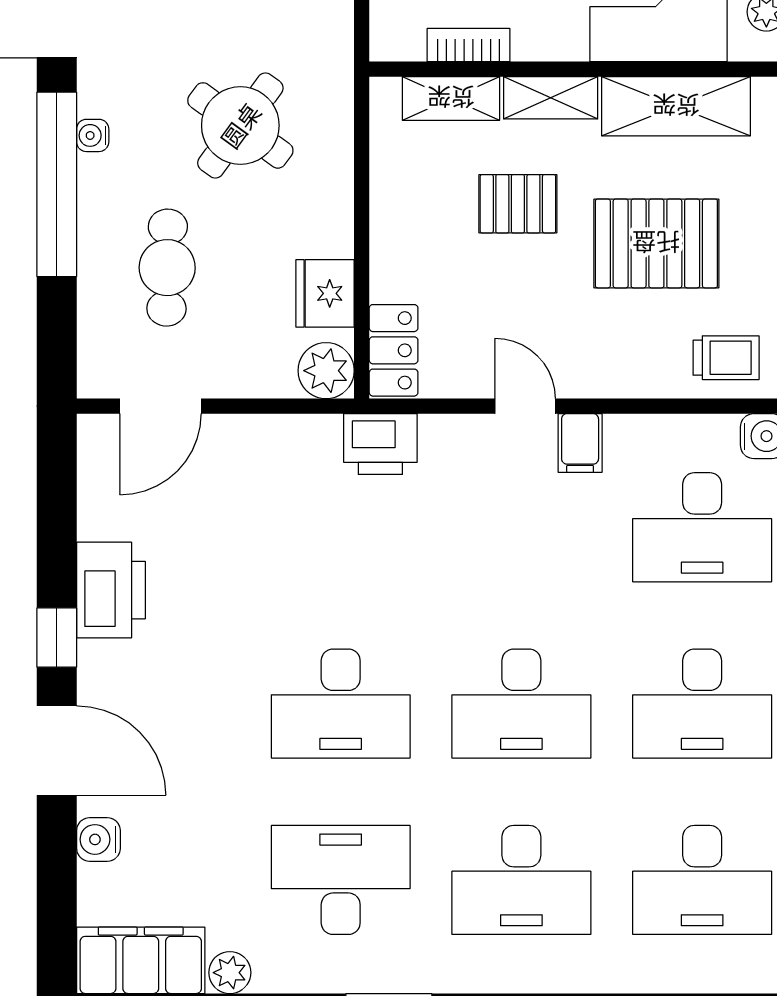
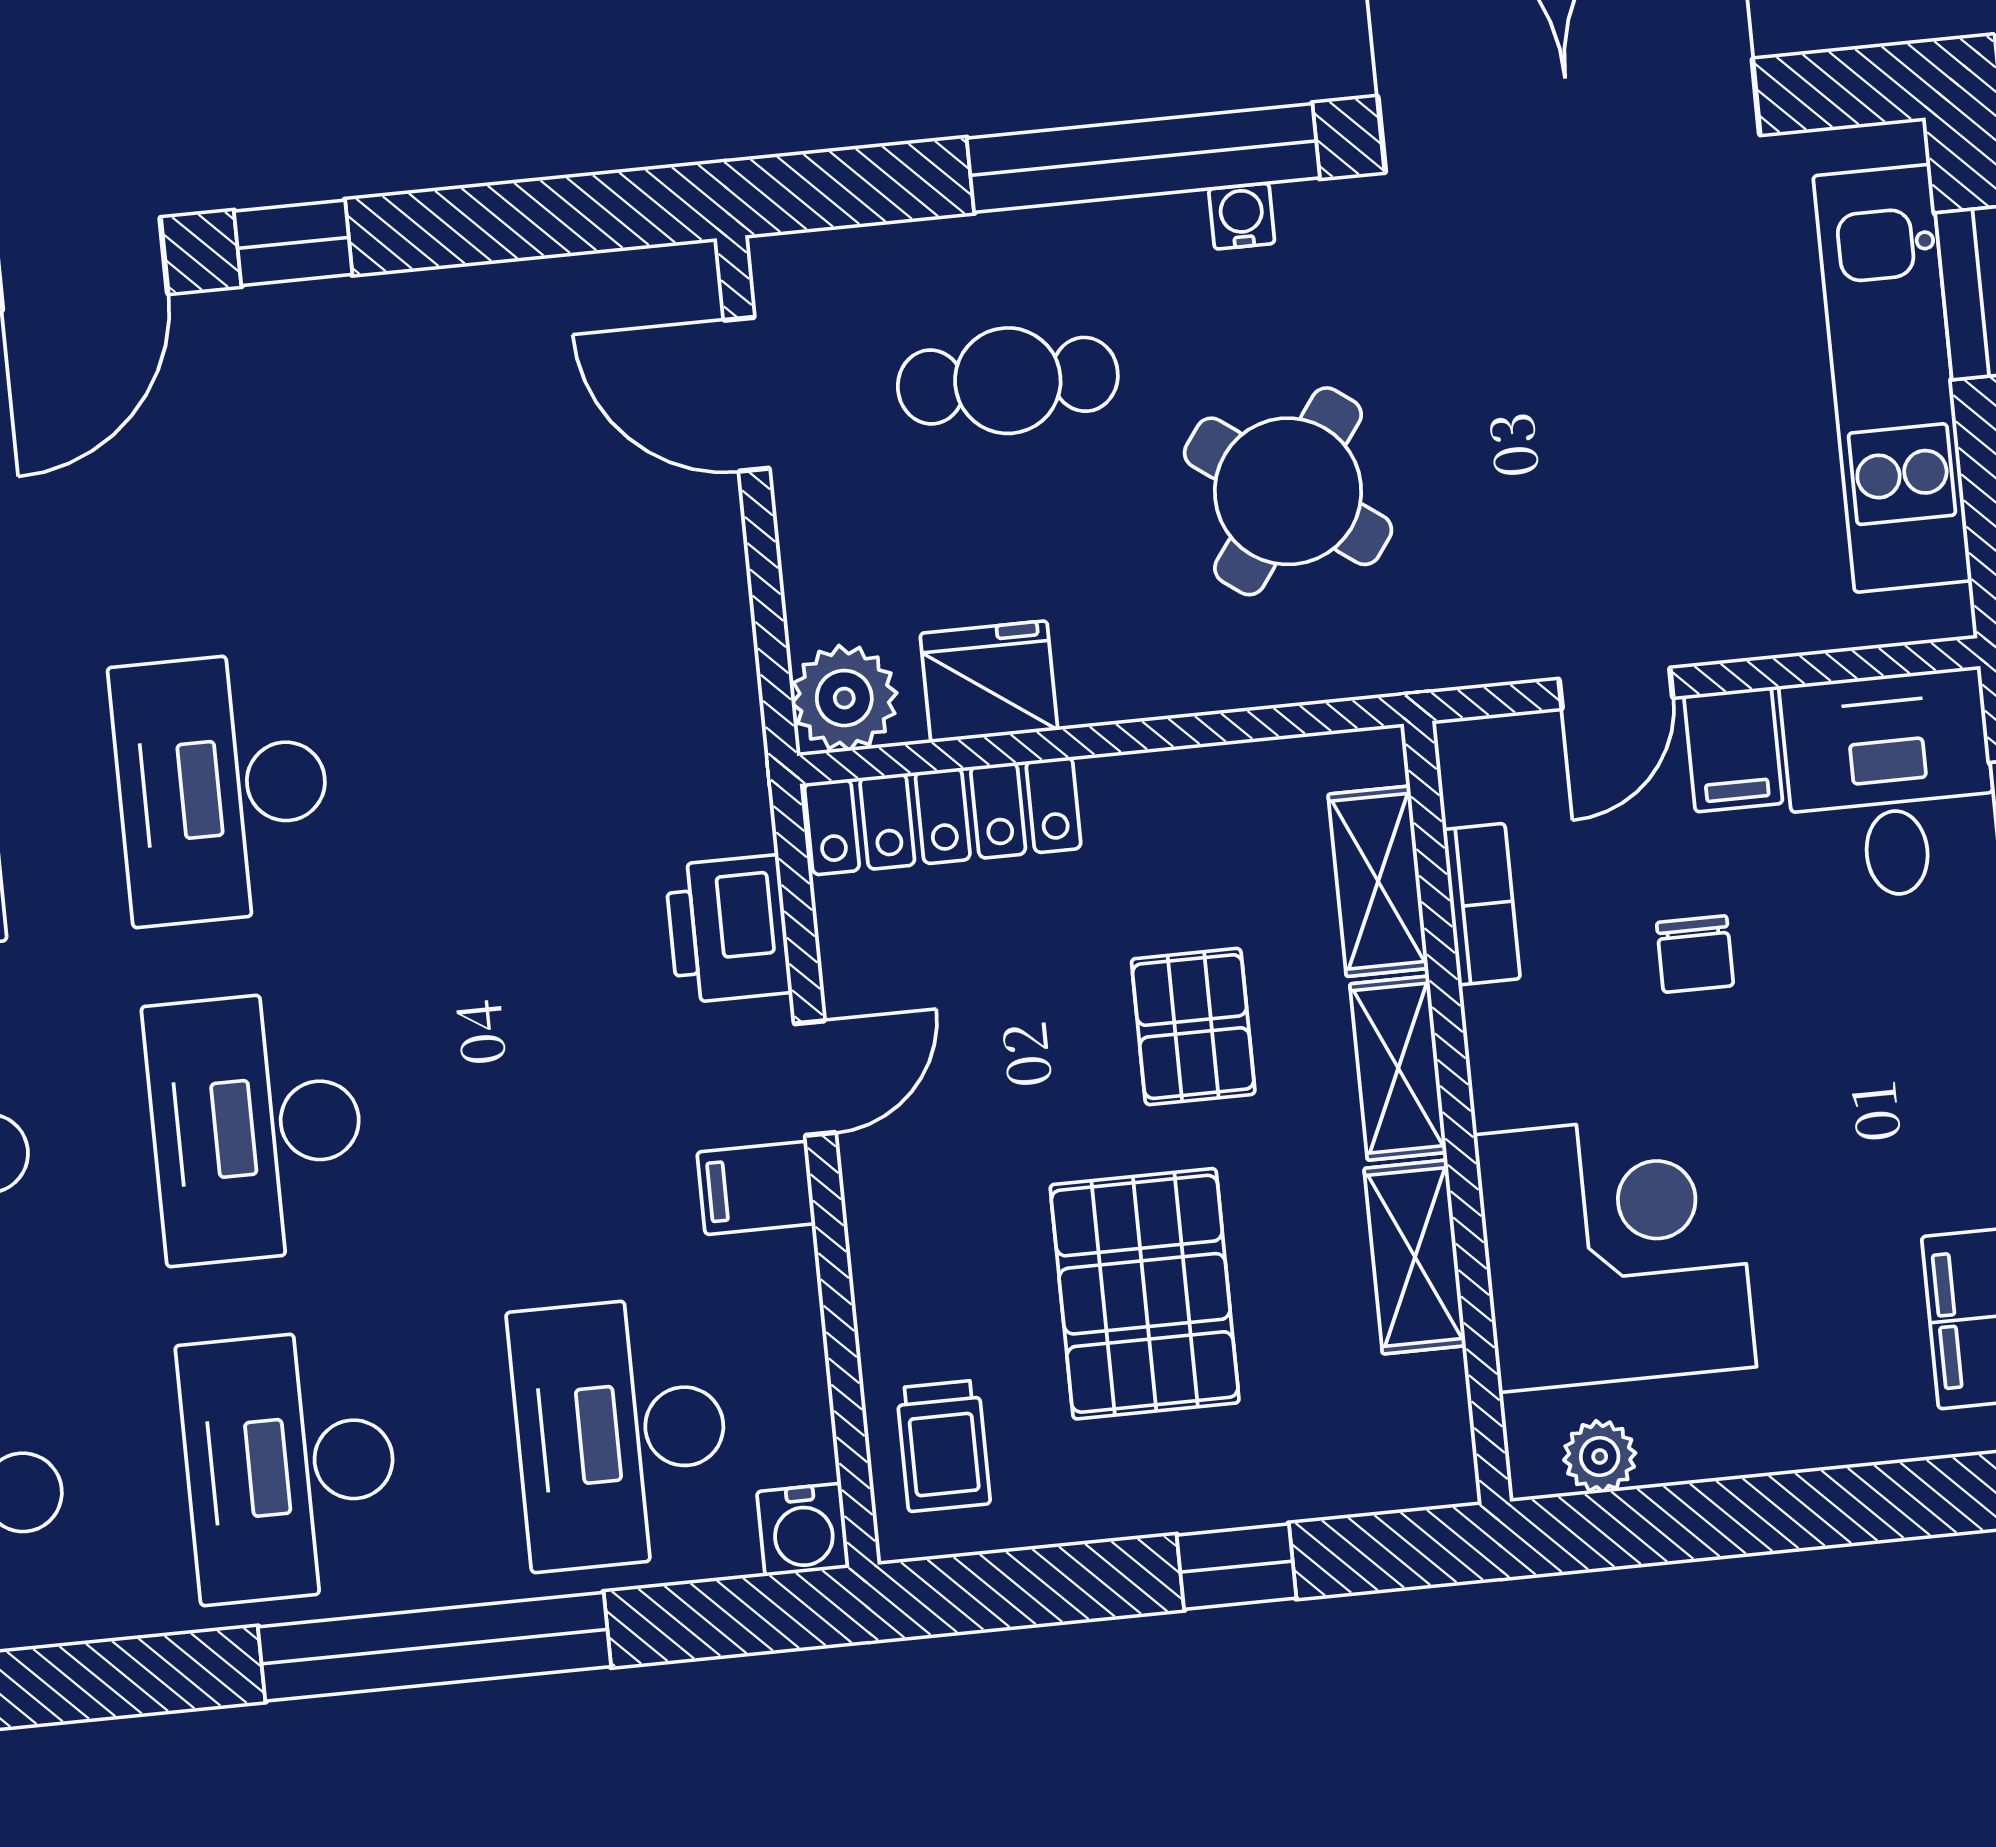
shelving: (676, 106) -> (1415, 1257), width x0.67, depth x0.75
locker: (394, 350) -> (943, 816), width x1.53
printer: (380, 444) -> (728, 929), moved
printer: (111, 590) -> (392, 336), removed

